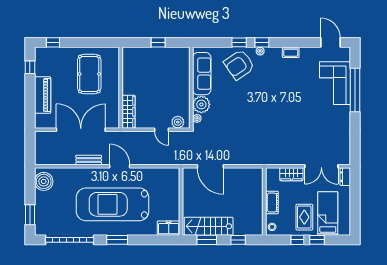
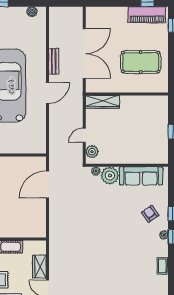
armchair: (239, 65) -> (150, 214), width x0.53, depth x0.53
piano: (43, 95) -> (147, 15), moved
boiler: (44, 181) -> (32, 12), width x0.54, depth x0.54

